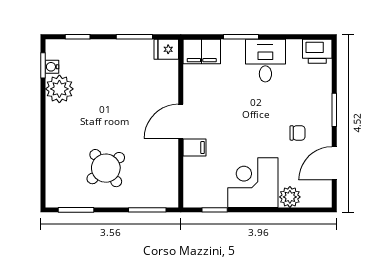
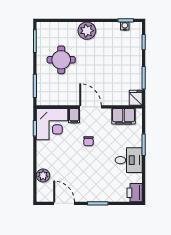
filing cabinet: (202, 52) -> (123, 116), moved, turned -90
plant: (59, 89) -> (87, 31), moved
chair: (298, 133) -> (88, 141), moved
round table: (106, 168) -> (61, 60), turned 38
corner desk: (253, 183) -> (52, 124), moved, turned 90

